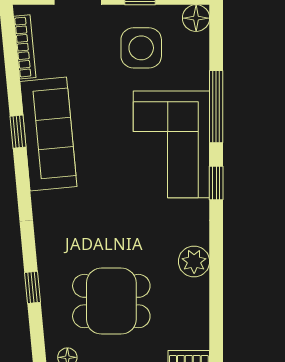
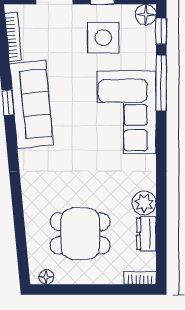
window: (216, 183) -> (161, 31), moved
window: (33, 287) -> (19, 223), removed
dresser: (197, 301) -> (146, 234), added

